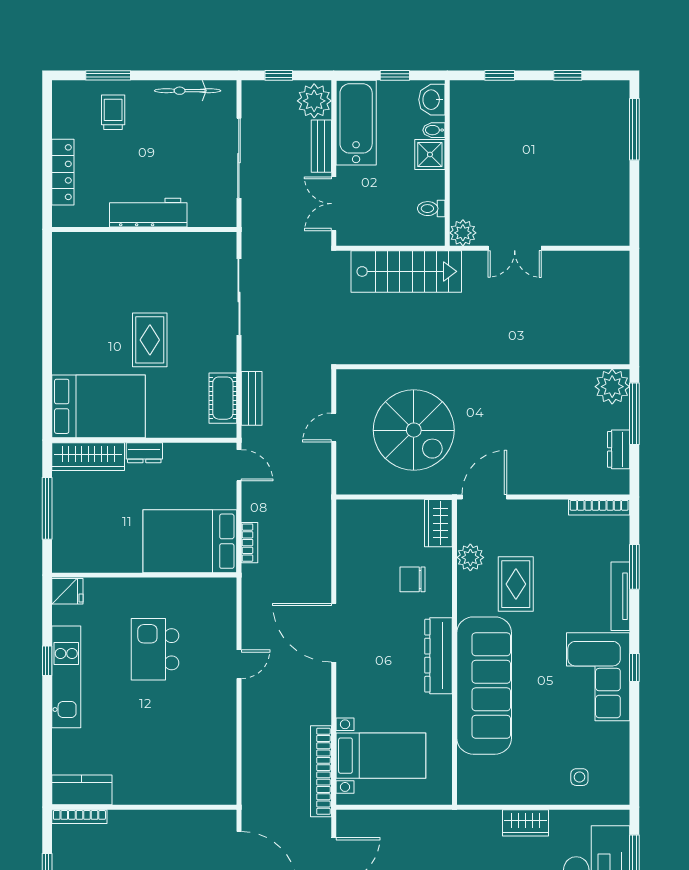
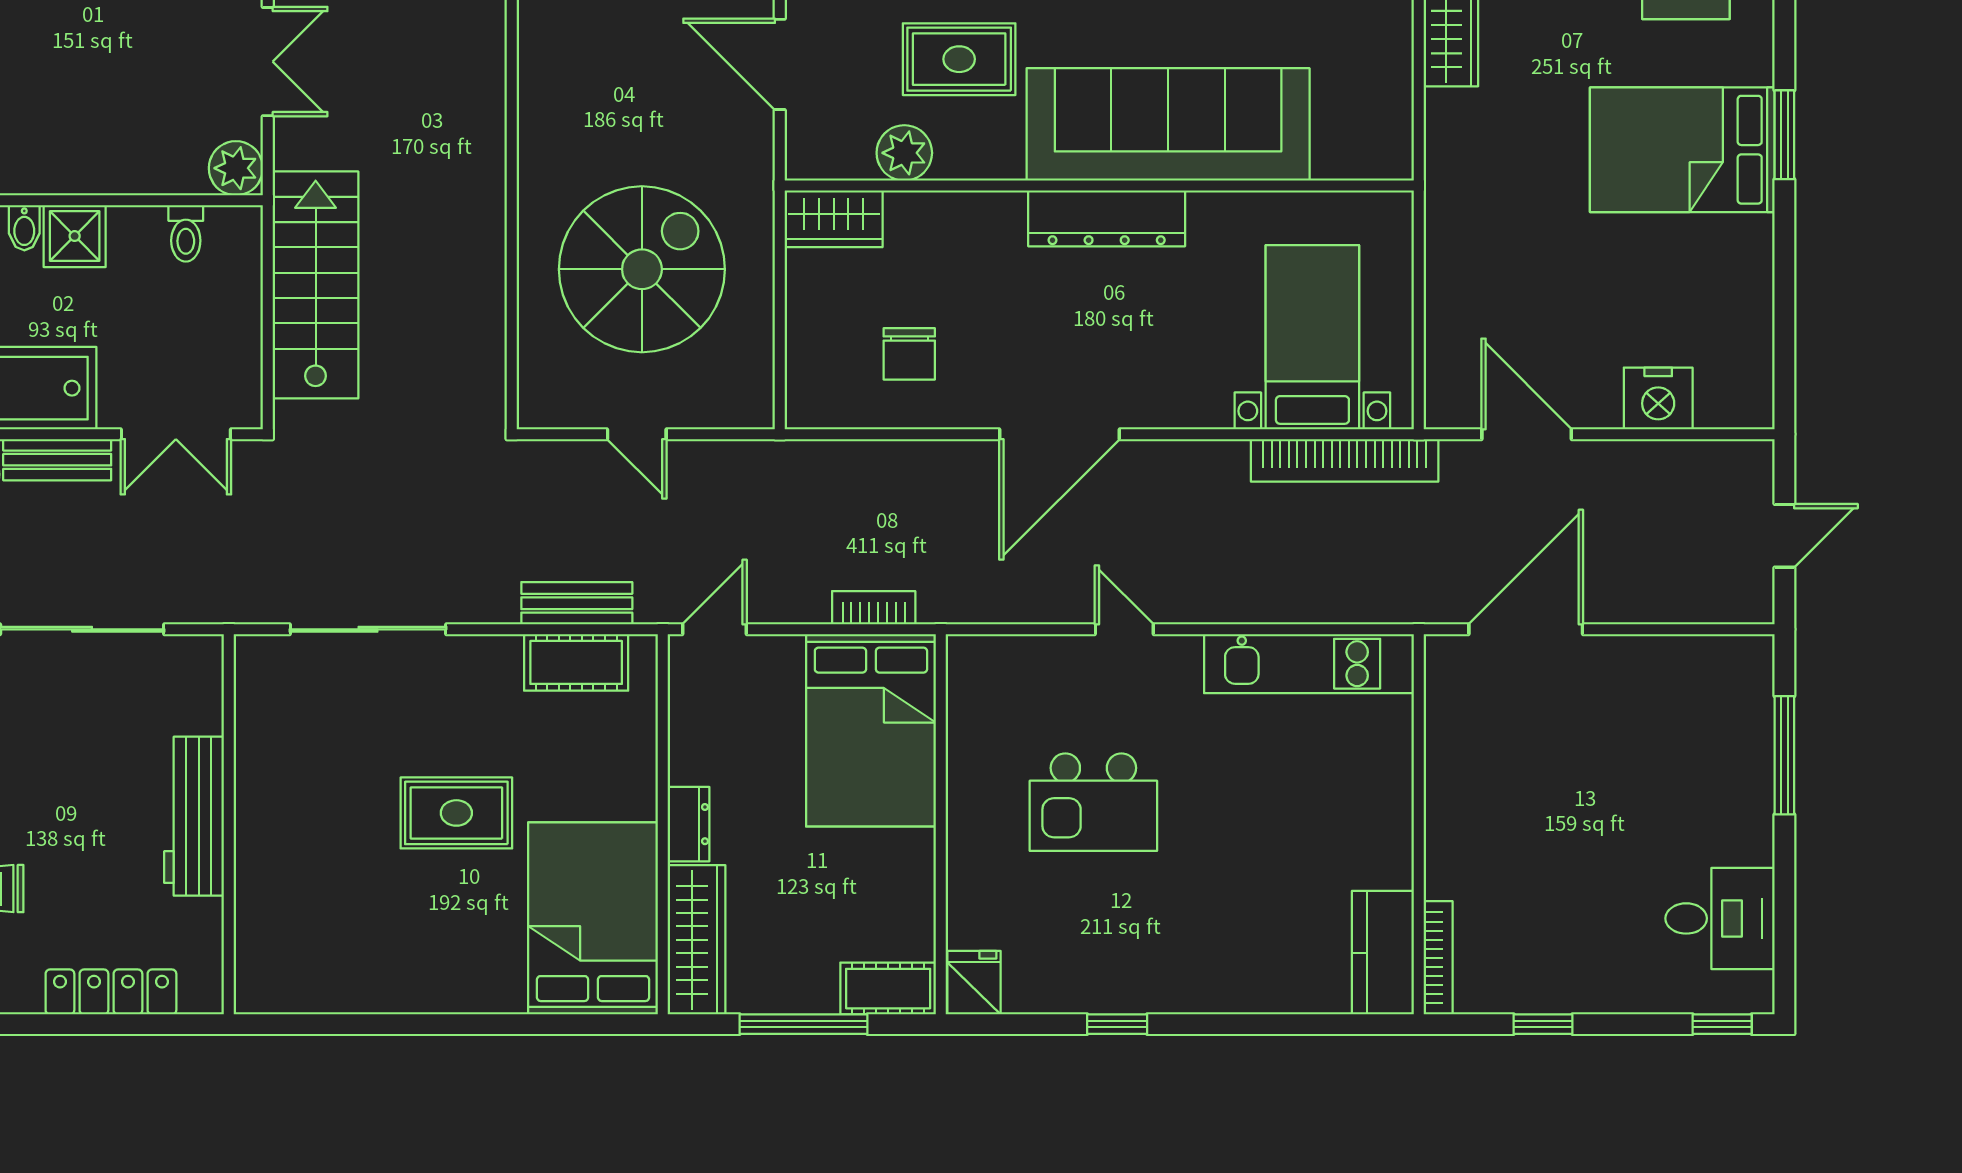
door: (484, 497) -> (780, 64), moved
cot: (65, 550) -> (888, 989), added
chair: (413, 579) -> (909, 354), moved
kitchen unit: (66, 677) -> (1309, 664), moved, turned 180

